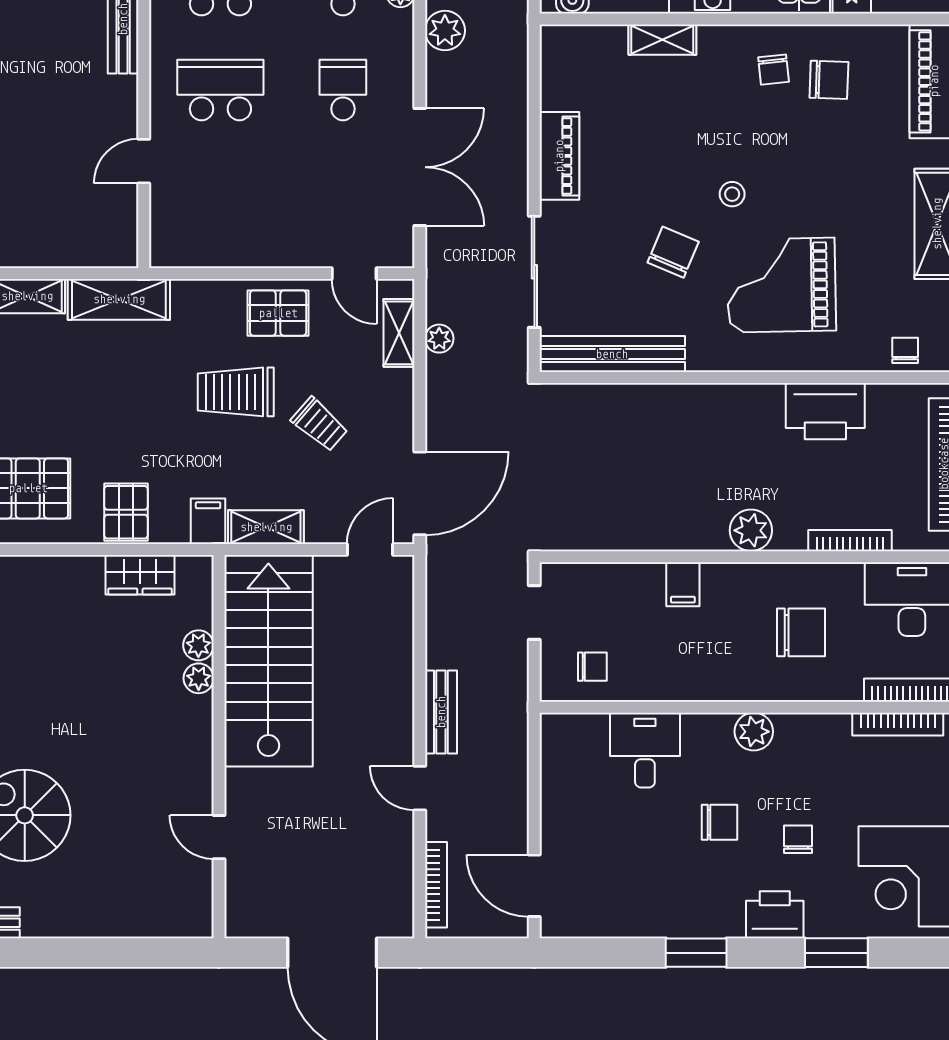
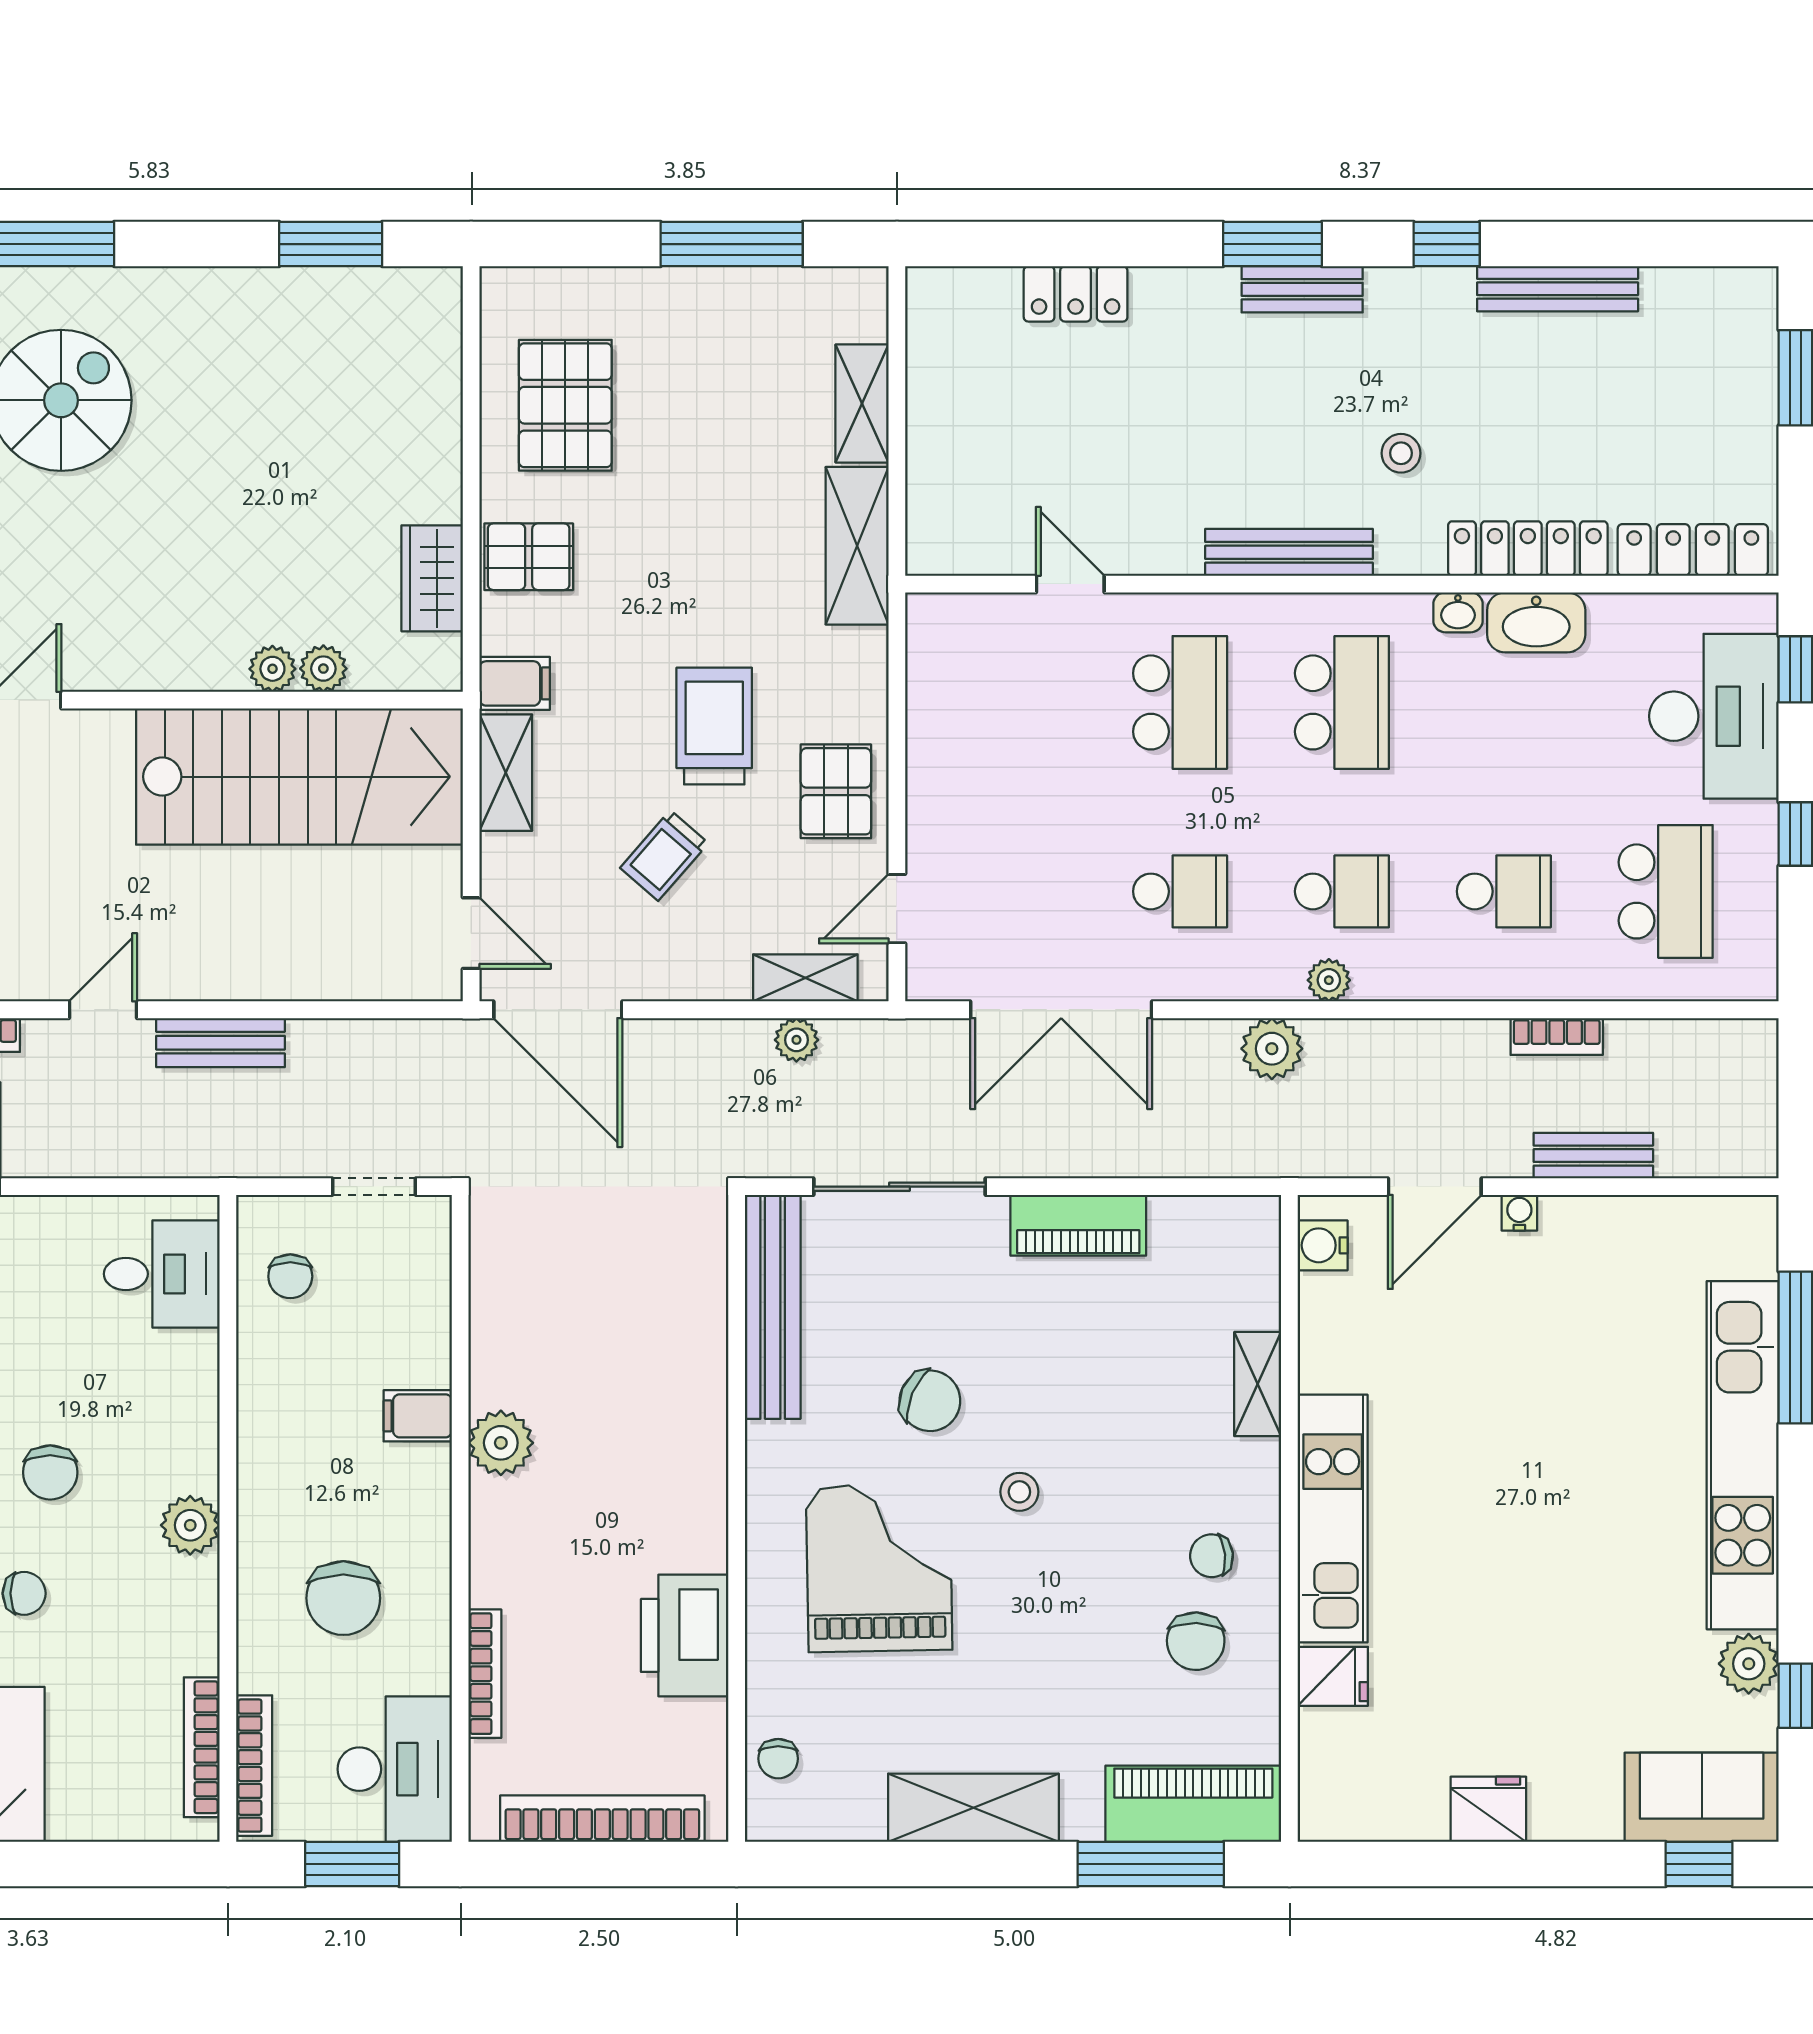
chair: (905, 350) -> (778, 1759), turned 90
plant: (751, 530) -> (501, 1443), moved
desk: (645, 750) -> (162, 1274), moved

